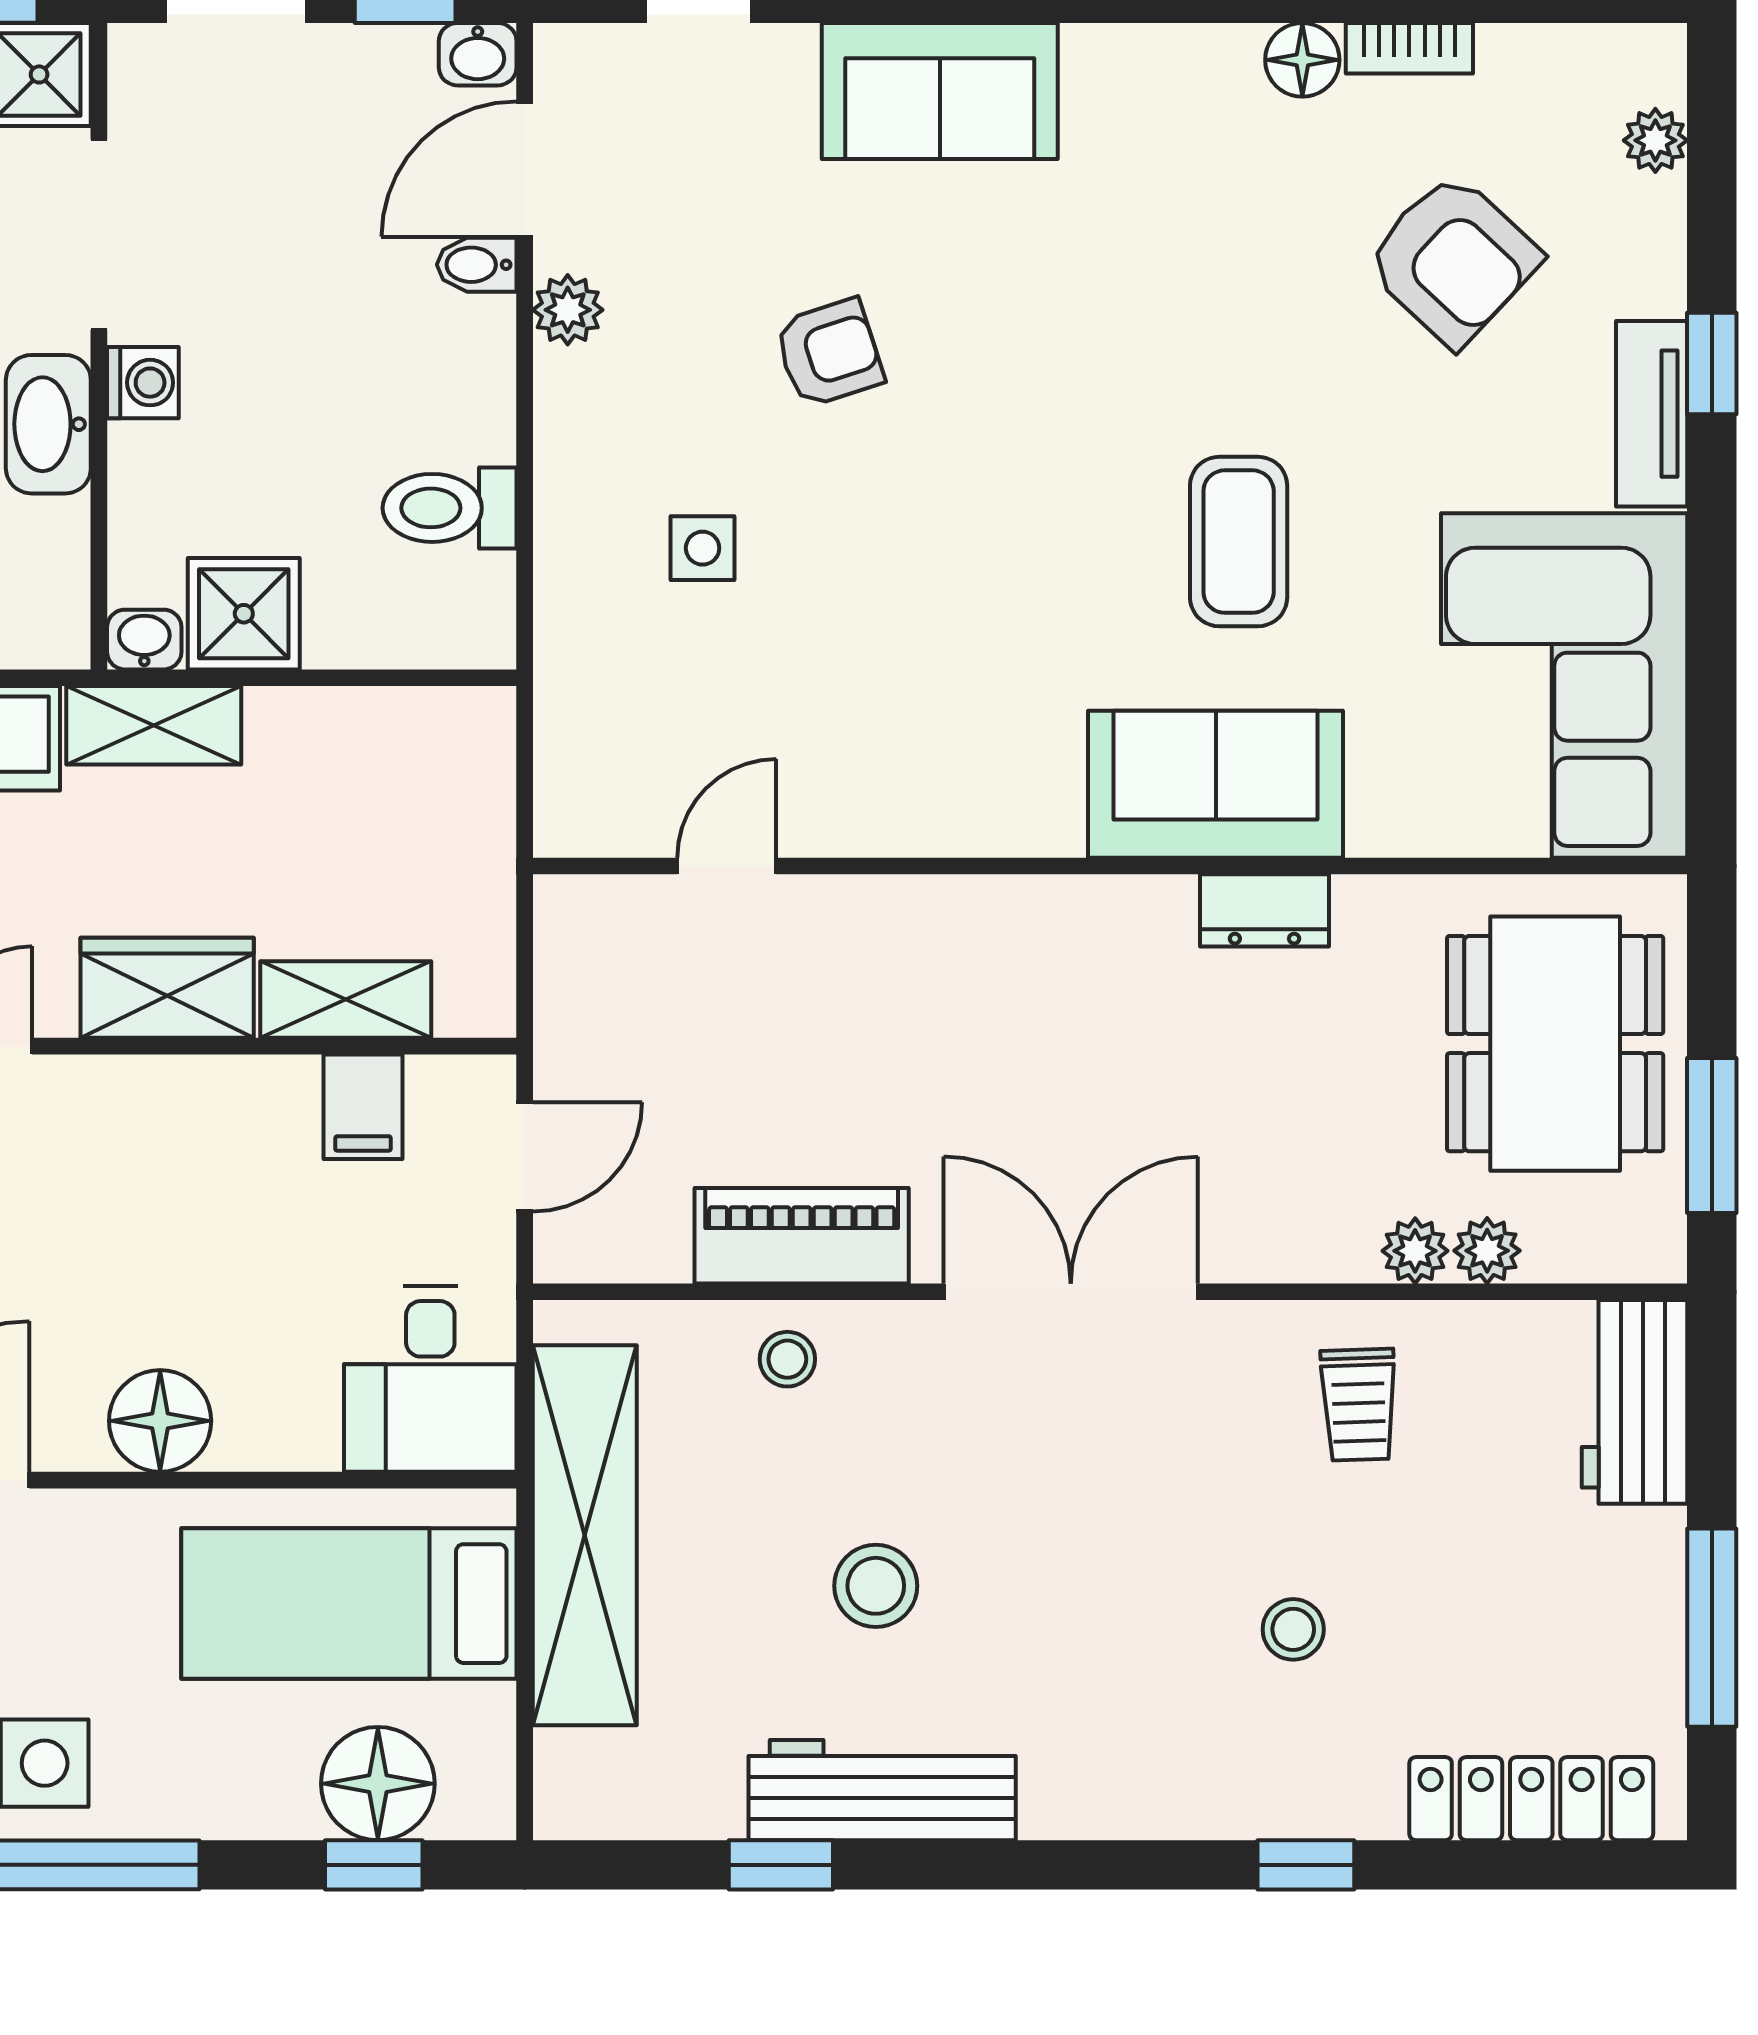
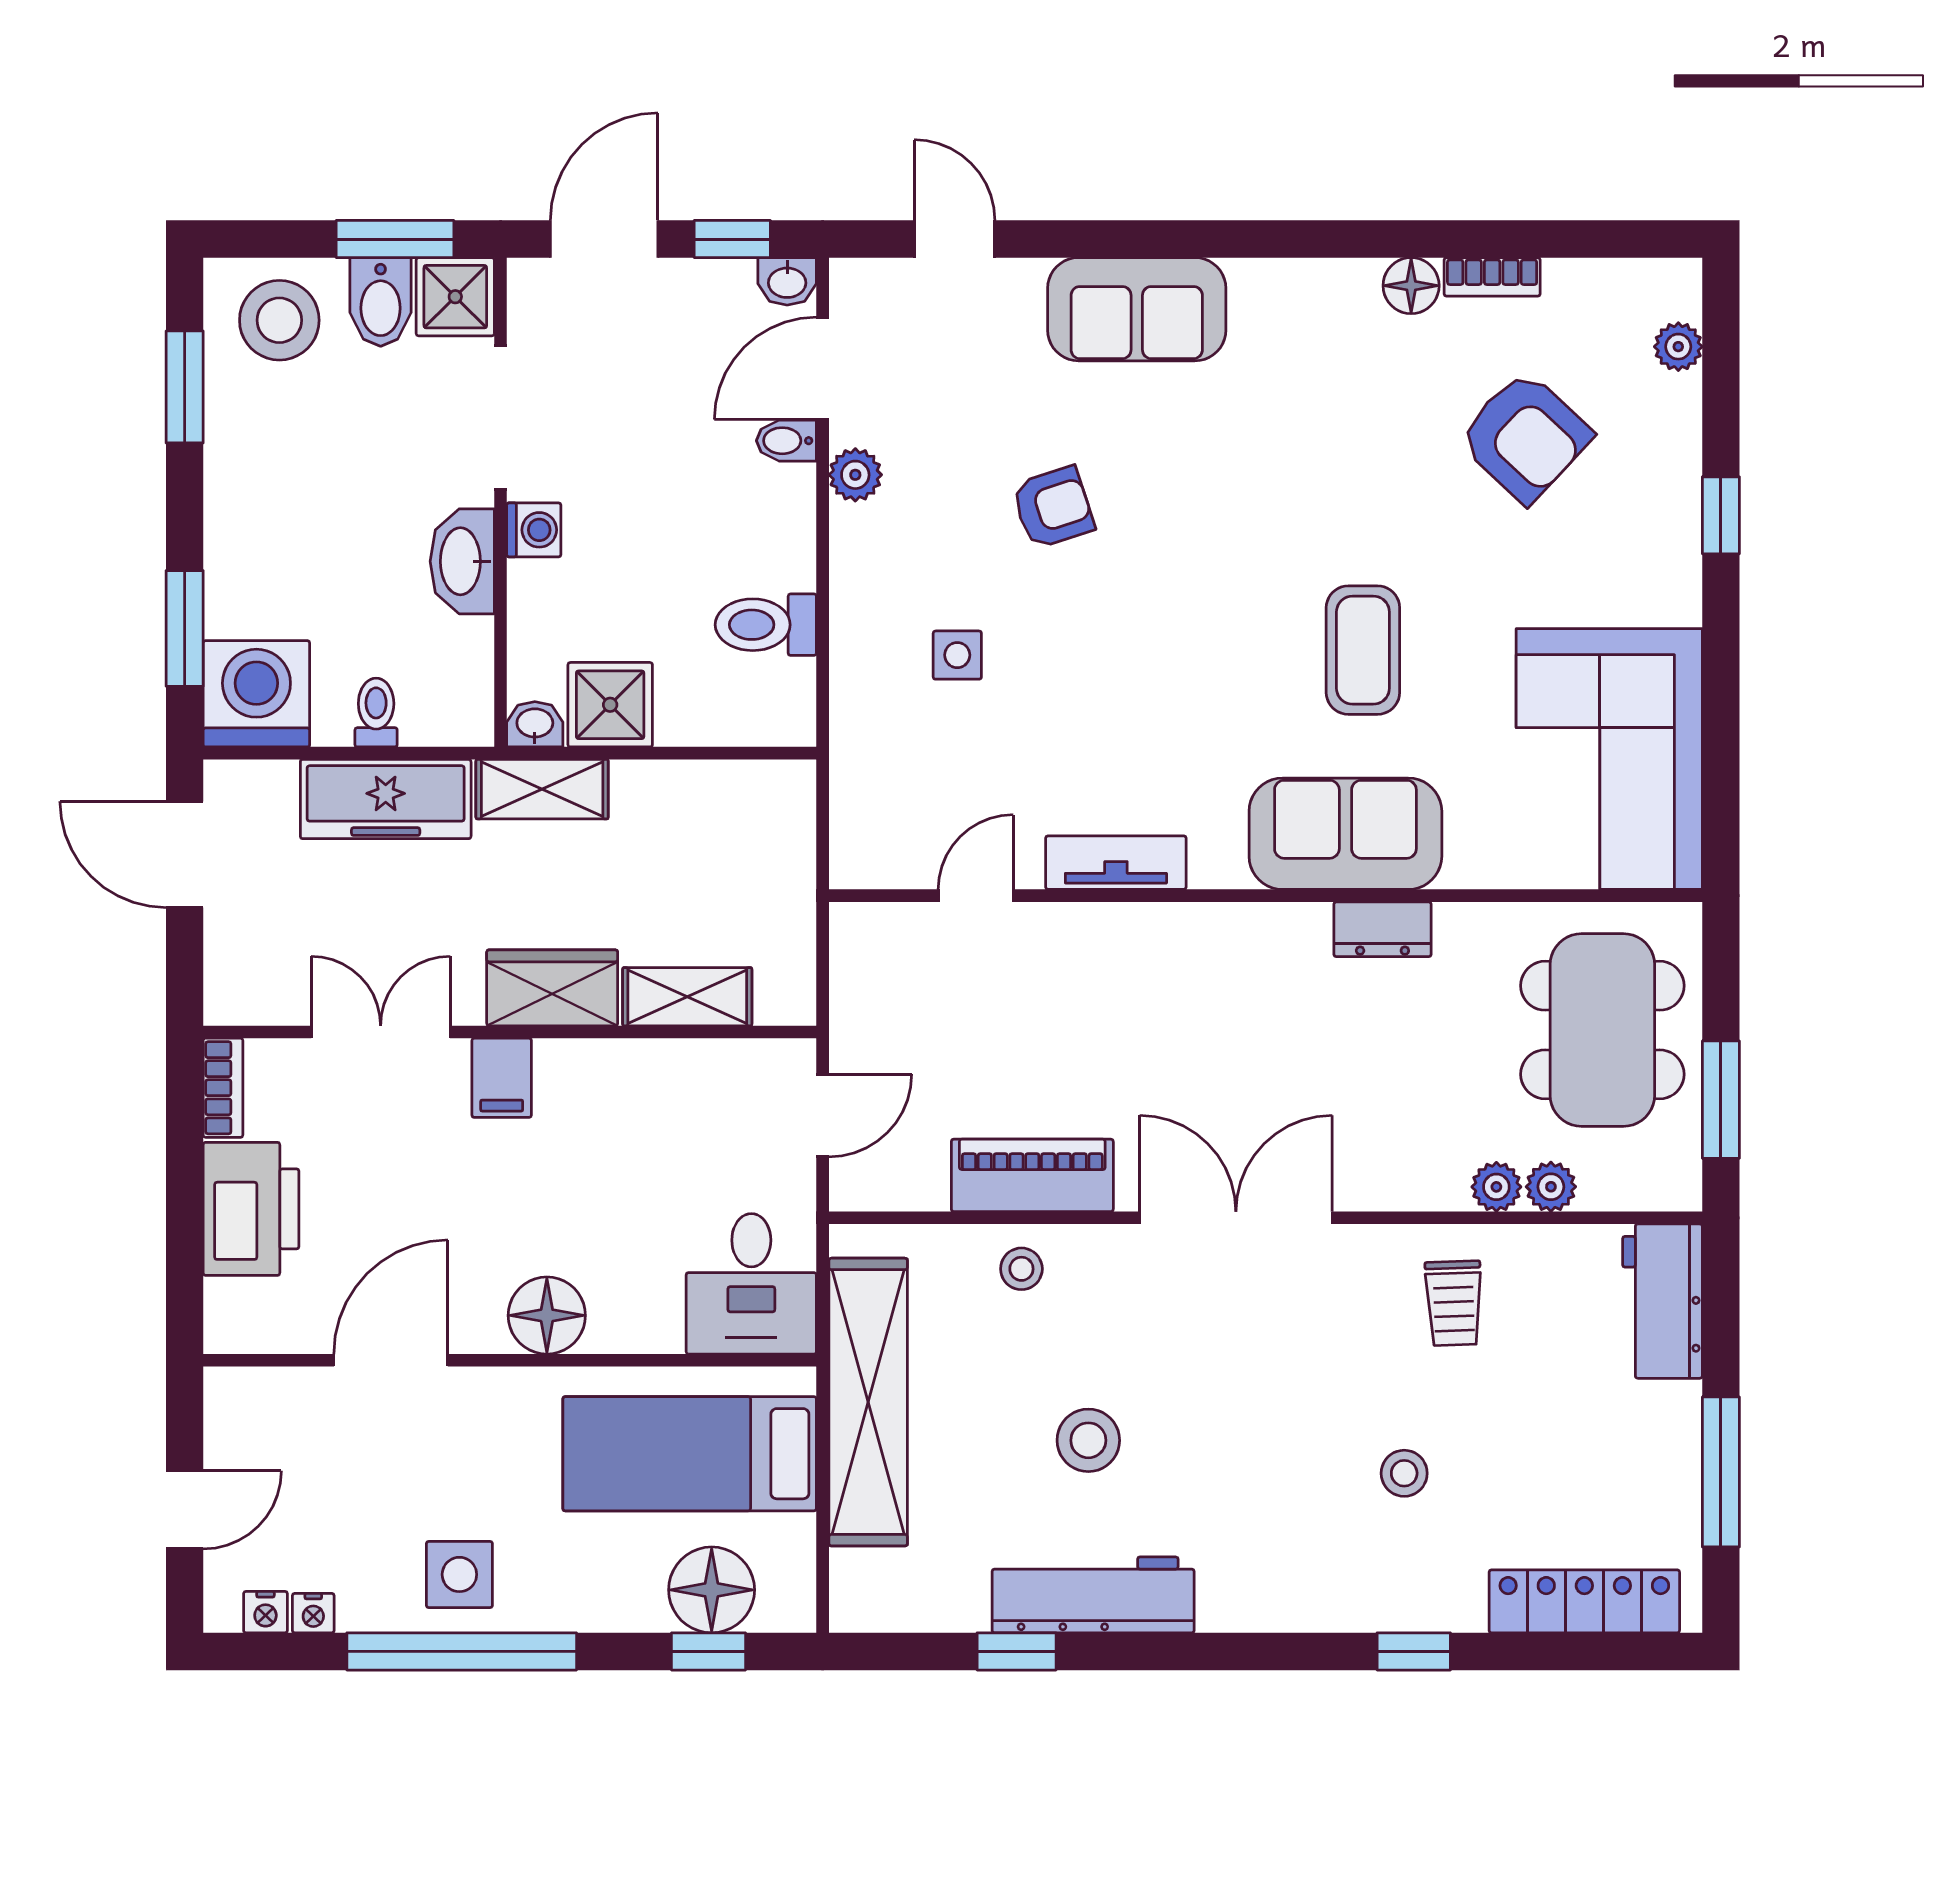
tv unit: (1652, 414) -> (1116, 863), moved, turned 90
filing cabinet: (363, 1107) -> (502, 1078), moved

